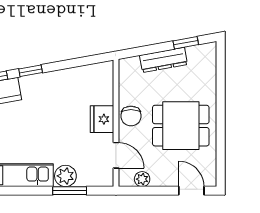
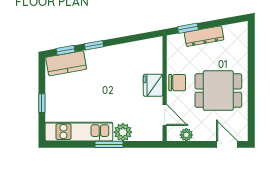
window: (186, 43) -> (188, 28), moved
chair: (131, 116) -> (177, 83), turned -90
window: (70, 191) -> (109, 144), moved

